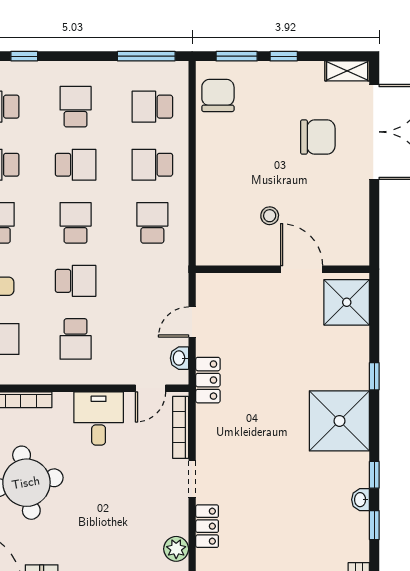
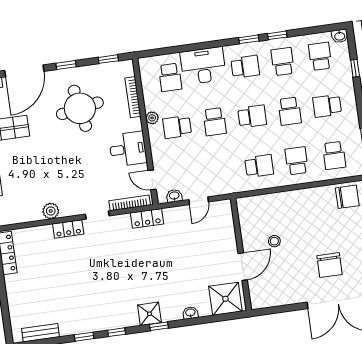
school desk: (76, 107) -> (327, 106), turned 180
school desk: (152, 107) -> (334, 155), turned 180
door: (192, 322) -> (199, 201), swing flipped
plant: (56, 375) -> (152, 118), added
window: (374, 376) -> (159, 326), moved
locker: (208, 380) -> (147, 218), moved
shower: (339, 421) -> (149, 314), width x0.54, depth x0.54
washbasin: (361, 500) -> (190, 313), moved

